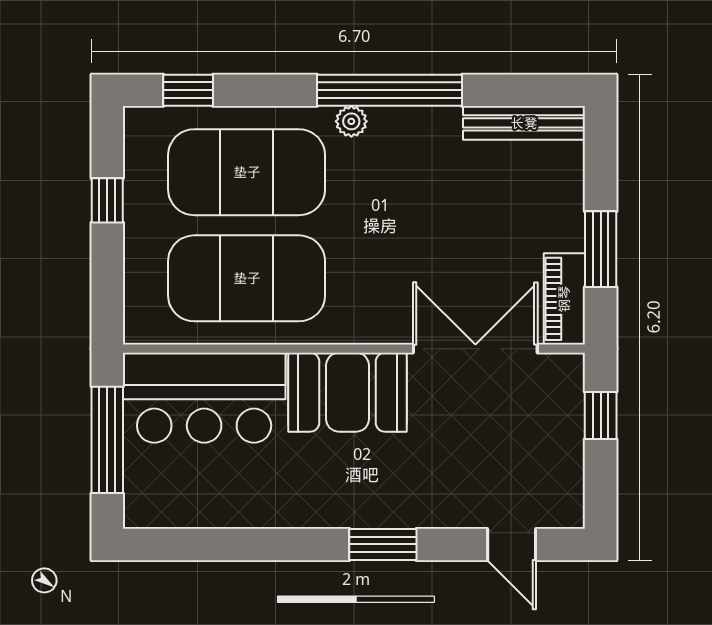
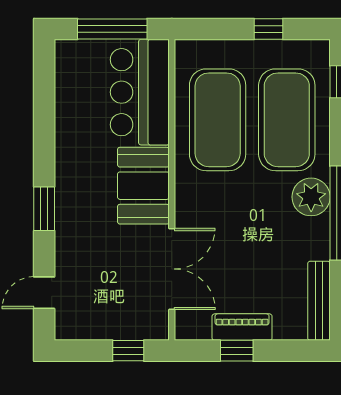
plant: (351, 121) -> (311, 197), width x1.87, depth x1.87
window: (601, 249) -> (237, 351), width x0.67
piano: (564, 299) -> (242, 327), moved

